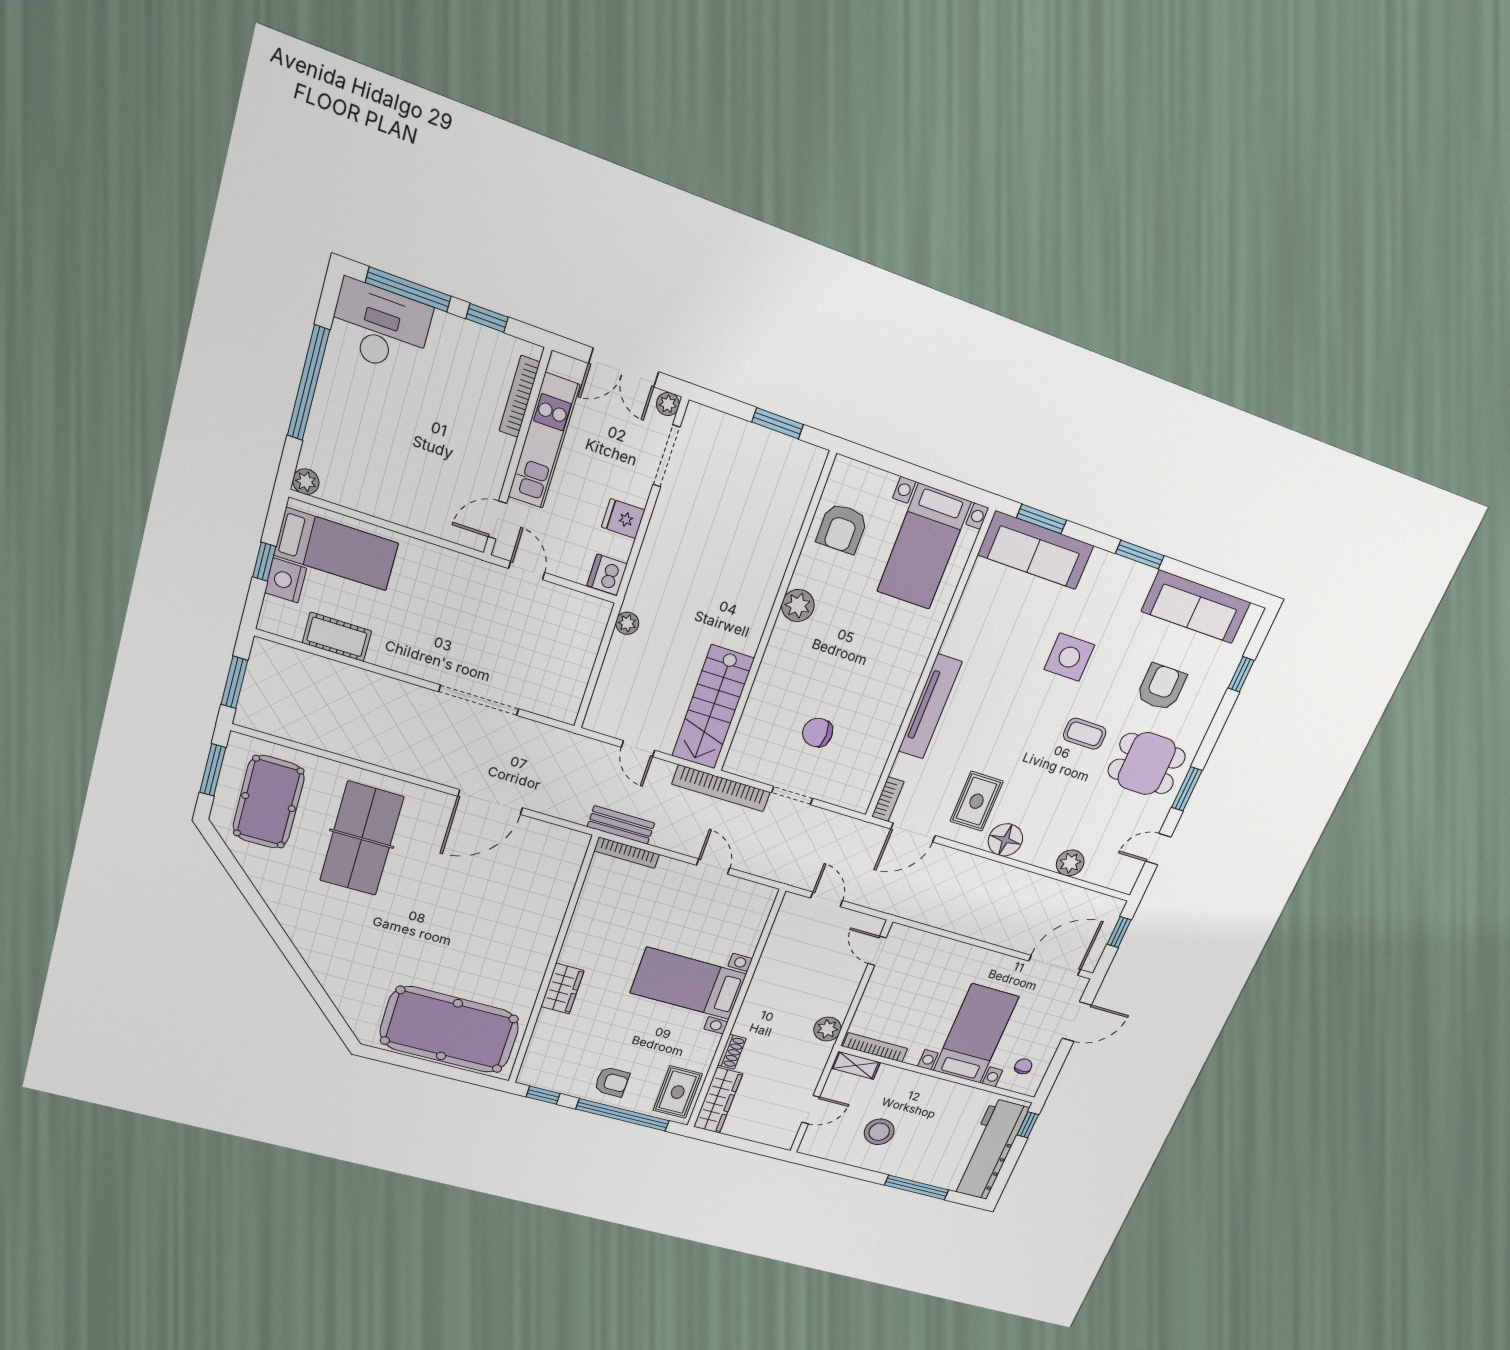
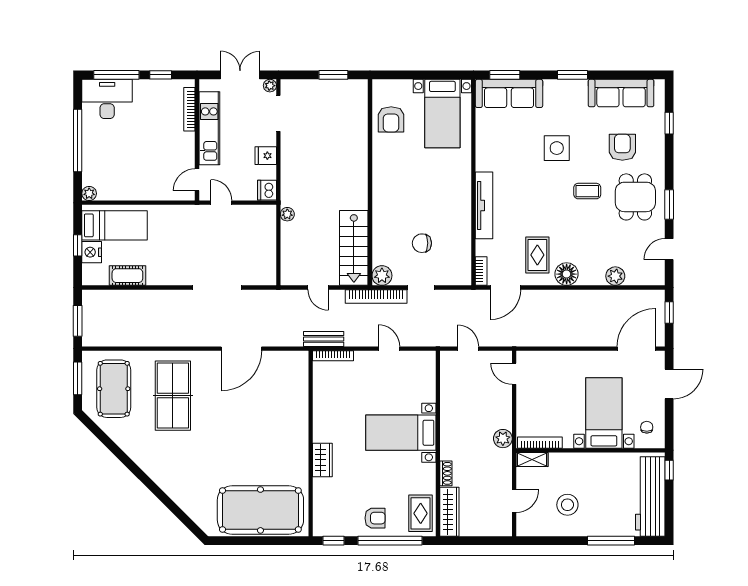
double door: (624, 368) -> (240, 75), swing flipped
plant: (798, 606) -> (382, 276), moved
dining table: (1147, 764) -> (635, 197), turned 90

